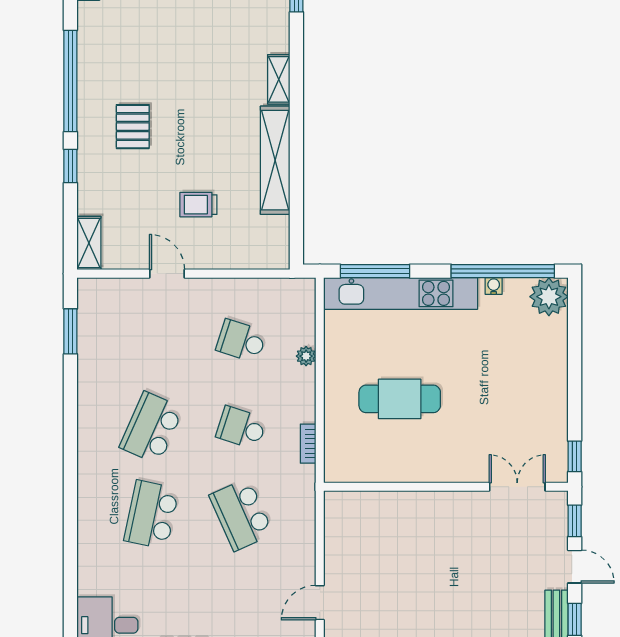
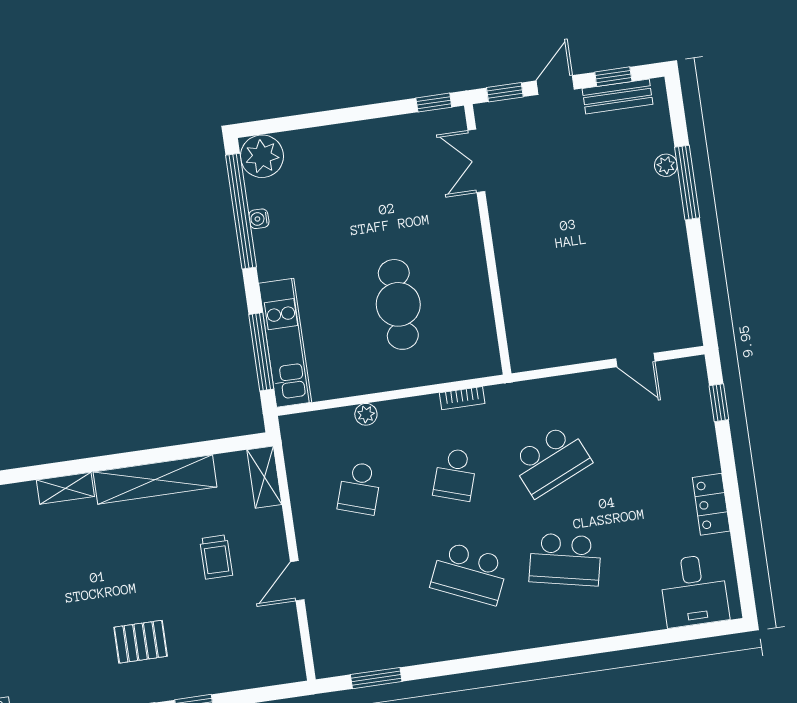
shelving: (89, 243) -> (264, 477), moved, turned 90
kitchen unit: (401, 293) -> (285, 343), width x0.73

